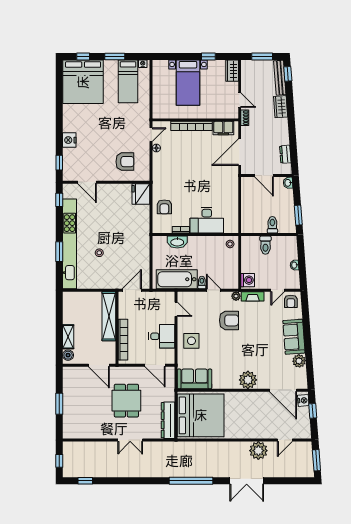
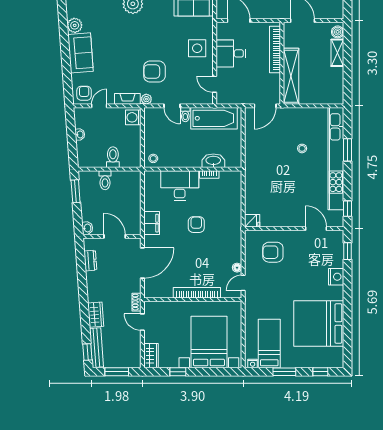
bed: (83, 82) -> (319, 324), moved, turned -90
bed with nightstands: (188, 83) -> (209, 342), width x1.36
filing cabinet: (223, 128) -> (152, 223), moved, turned 90
fridge: (141, 194) -> (252, 221), width x0.53, depth x0.75
armchair: (164, 207) -> (196, 225), moved

